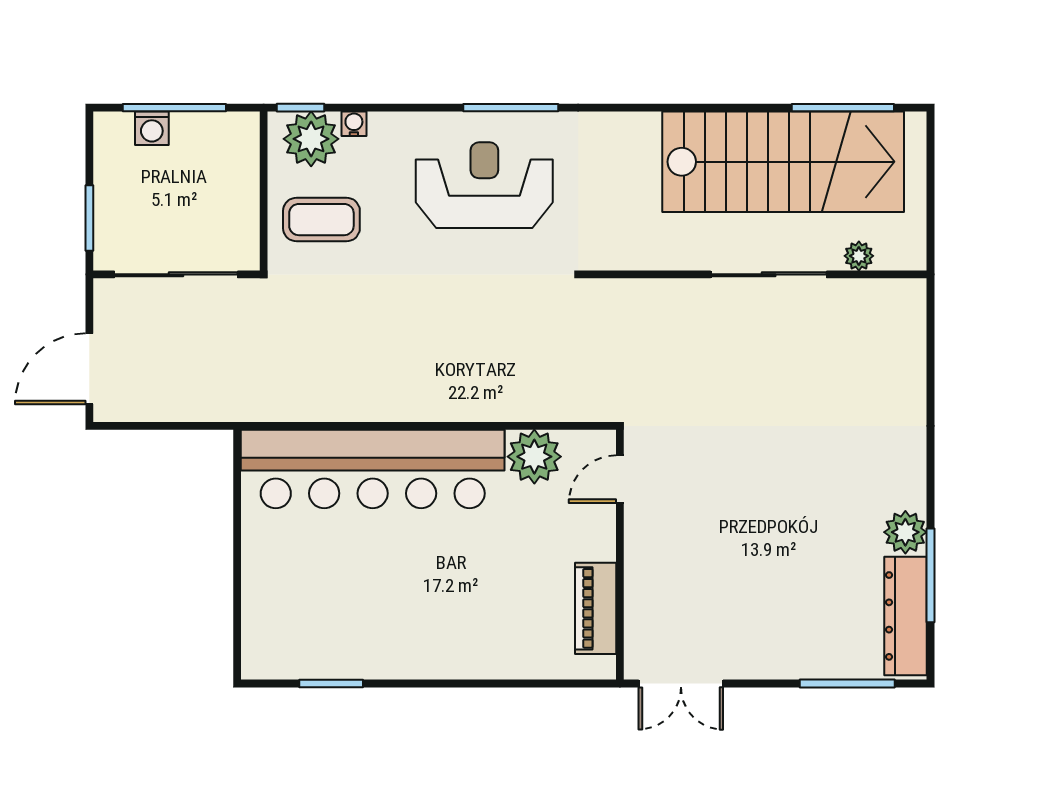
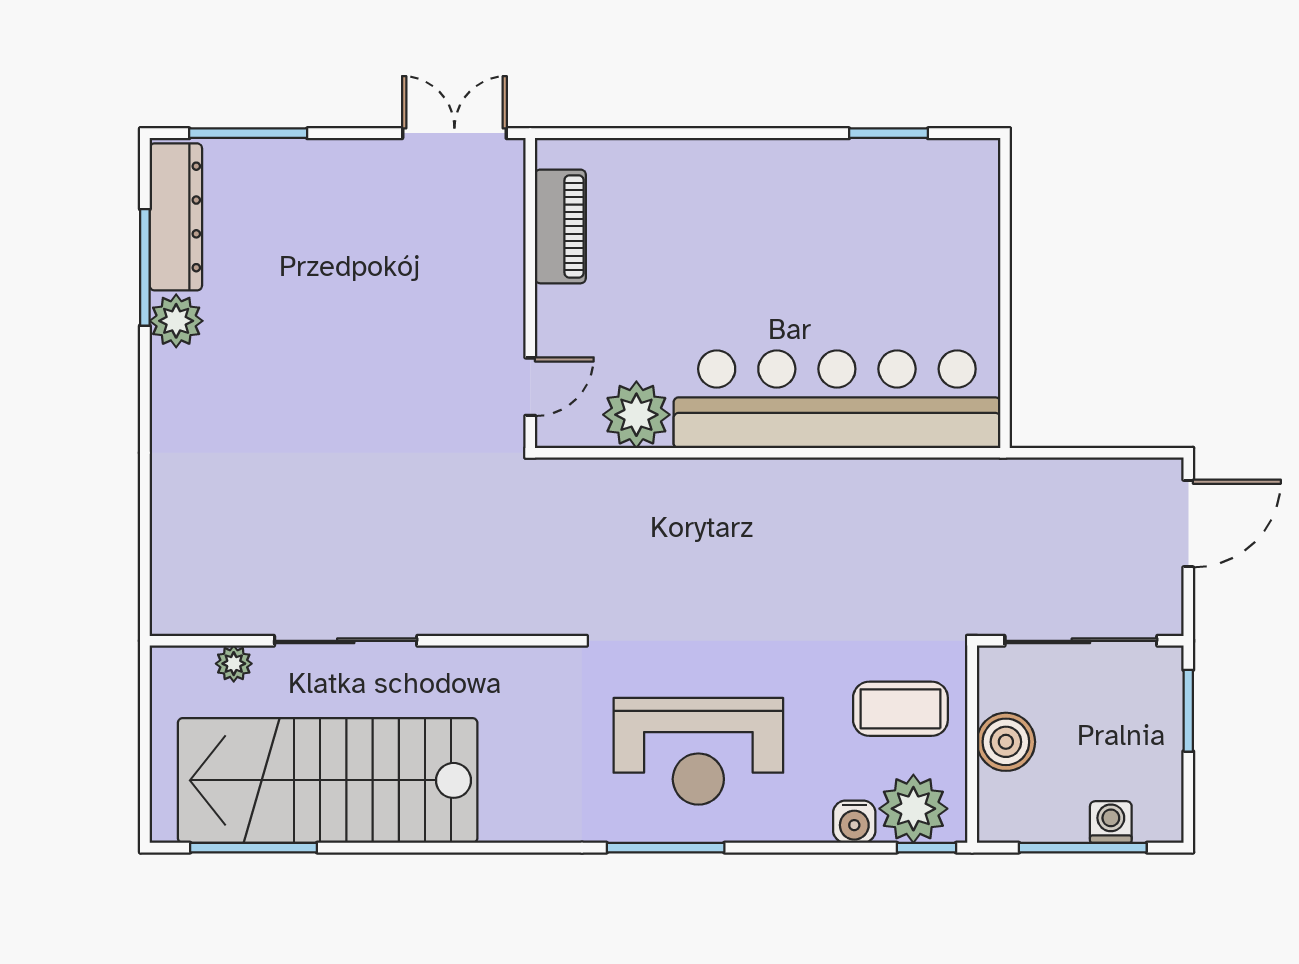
water cooler: (354, 124) -> (854, 822), width x1.38, depth x1.38
boiler: (236, 193) -> (1006, 742), added

